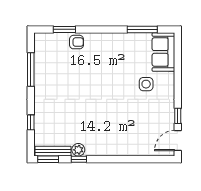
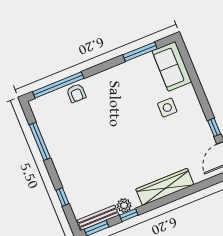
window: (64, 29) -> (58, 85), width x2.11
armchair: (76, 42) -> (76, 93), turned 90
wardrobe: (118, 148) -> (165, 187), added

